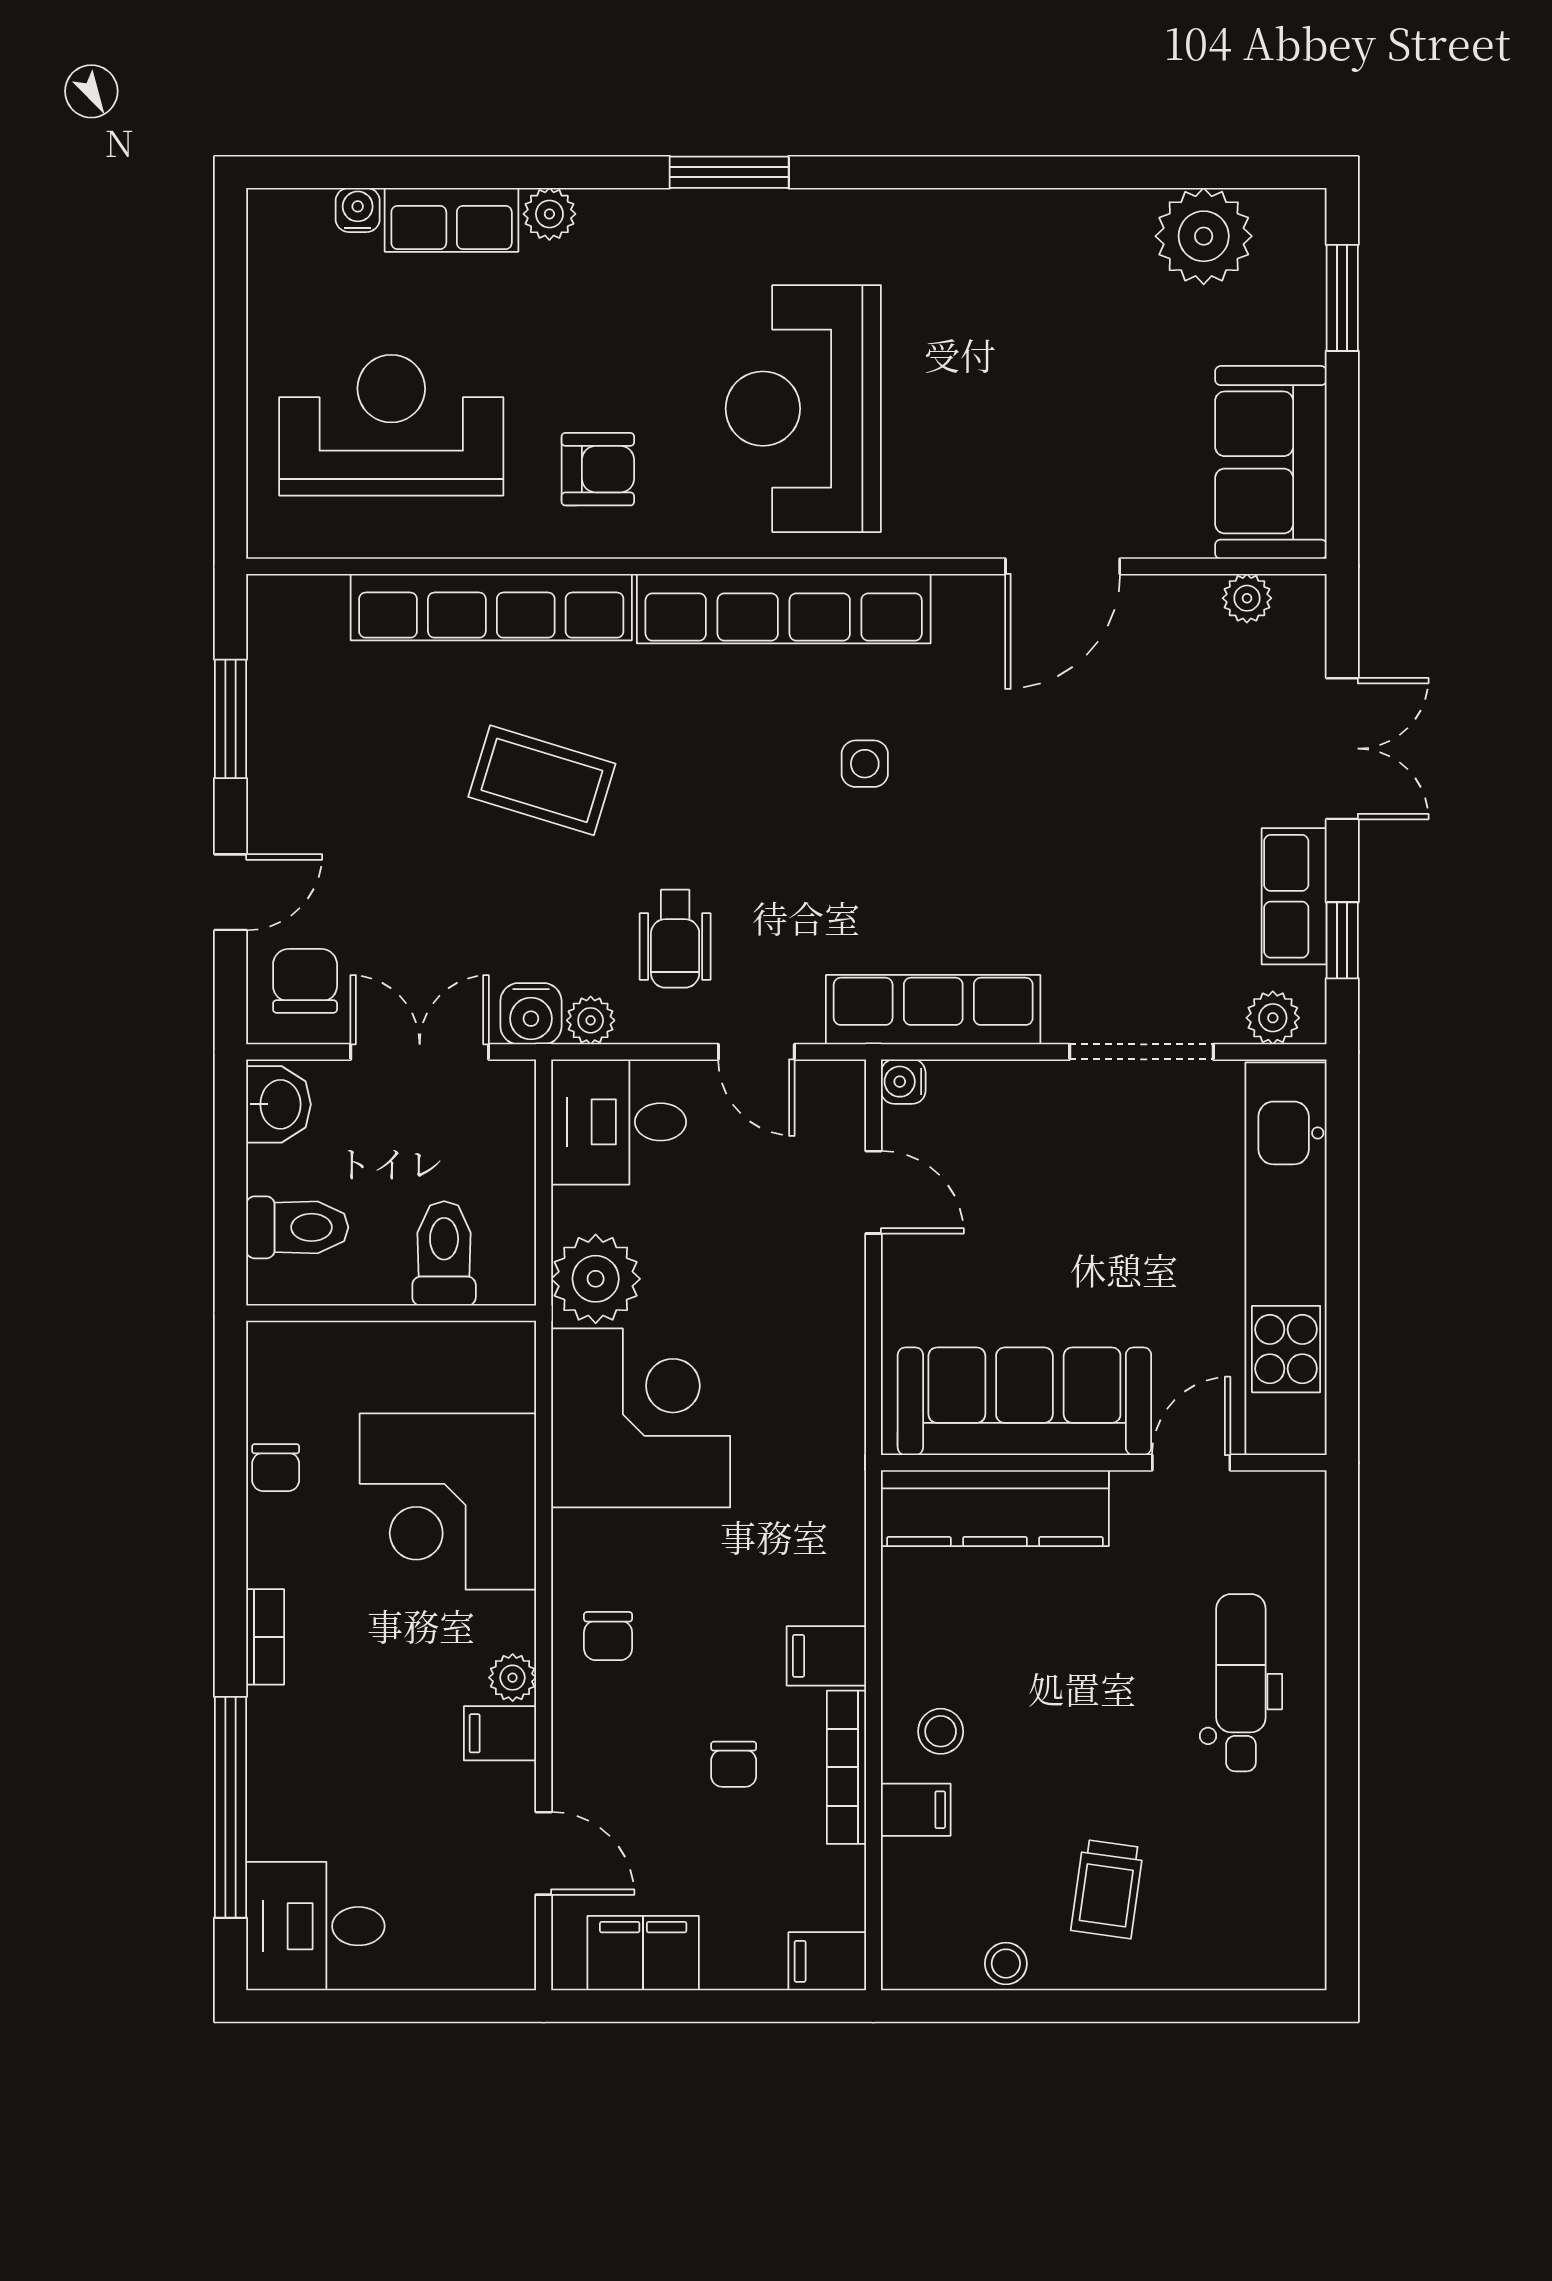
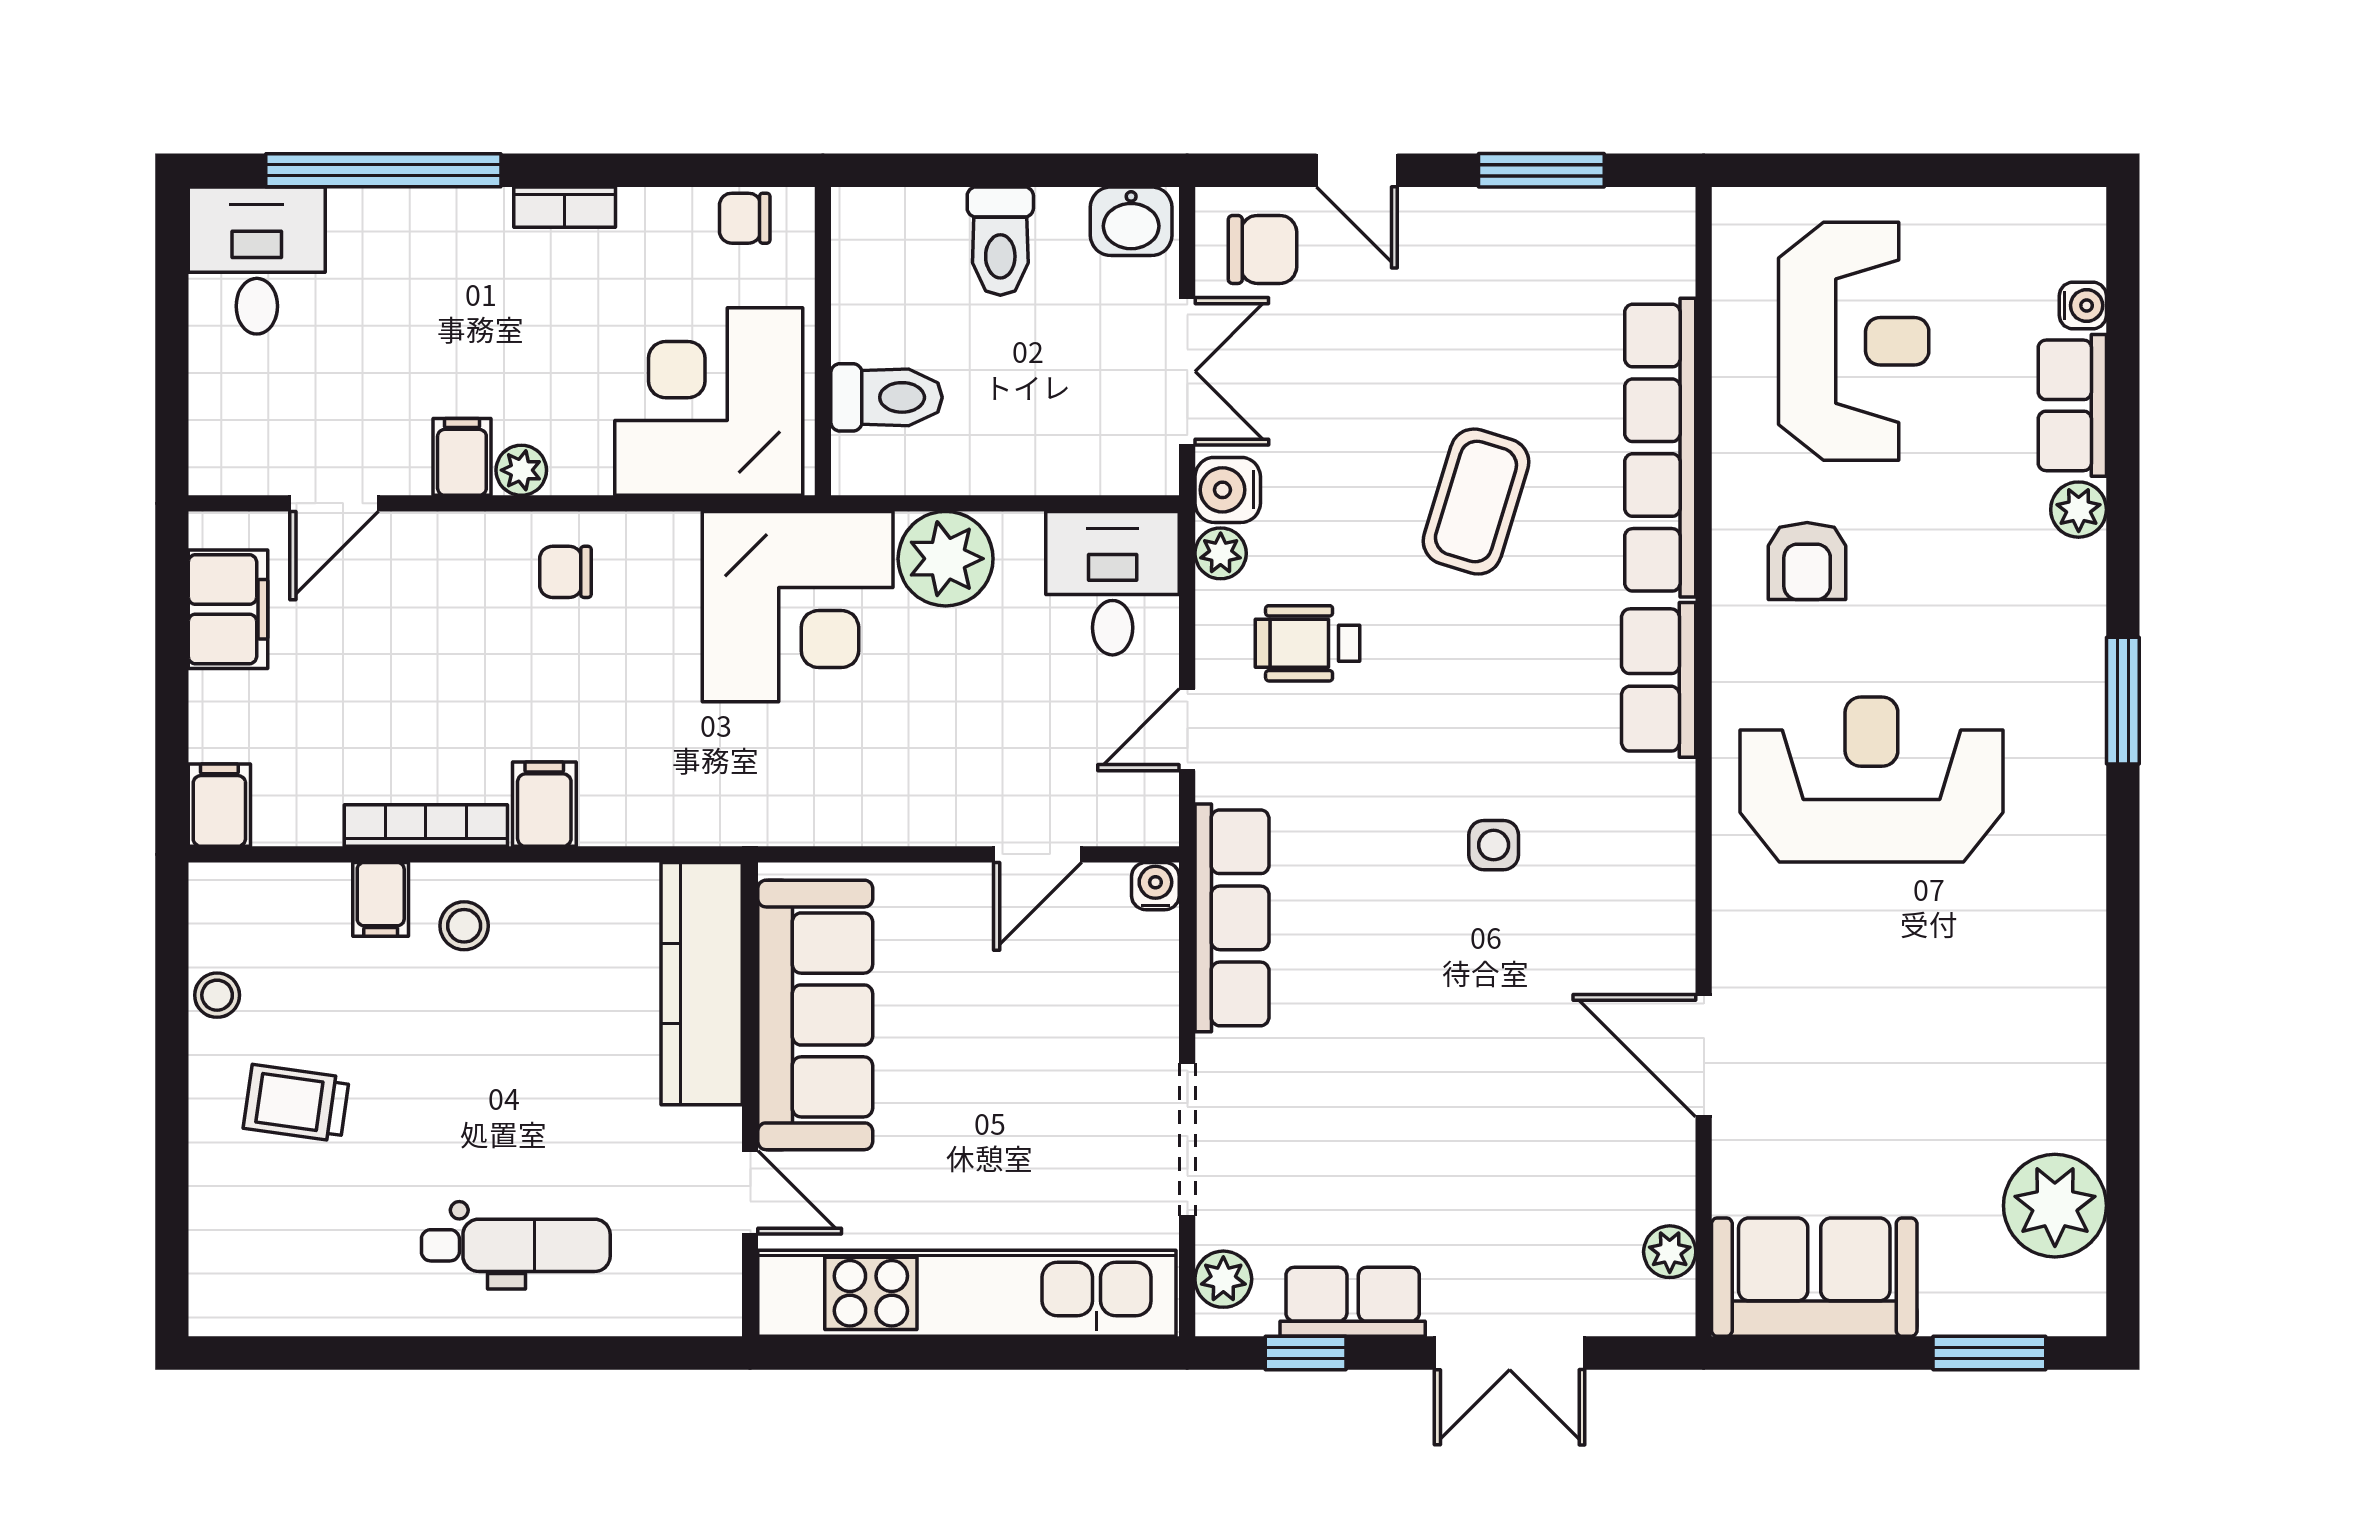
row of seats: (784, 609) -> (1659, 680), width x0.50
toilet: (444, 1253) -> (886, 397), moved
wall: (391, 1313) -> (823, 341), moved
chair: (734, 1764) -> (429, 706), removed

